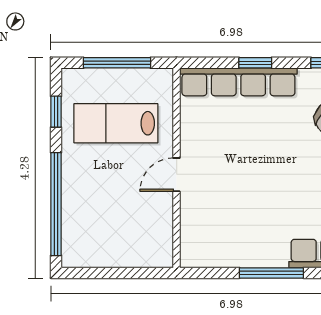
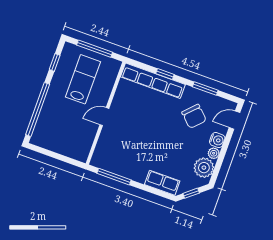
lab bench: (116, 123) -> (83, 79), turned 90
window: (271, 273) -> (114, 177), moved

